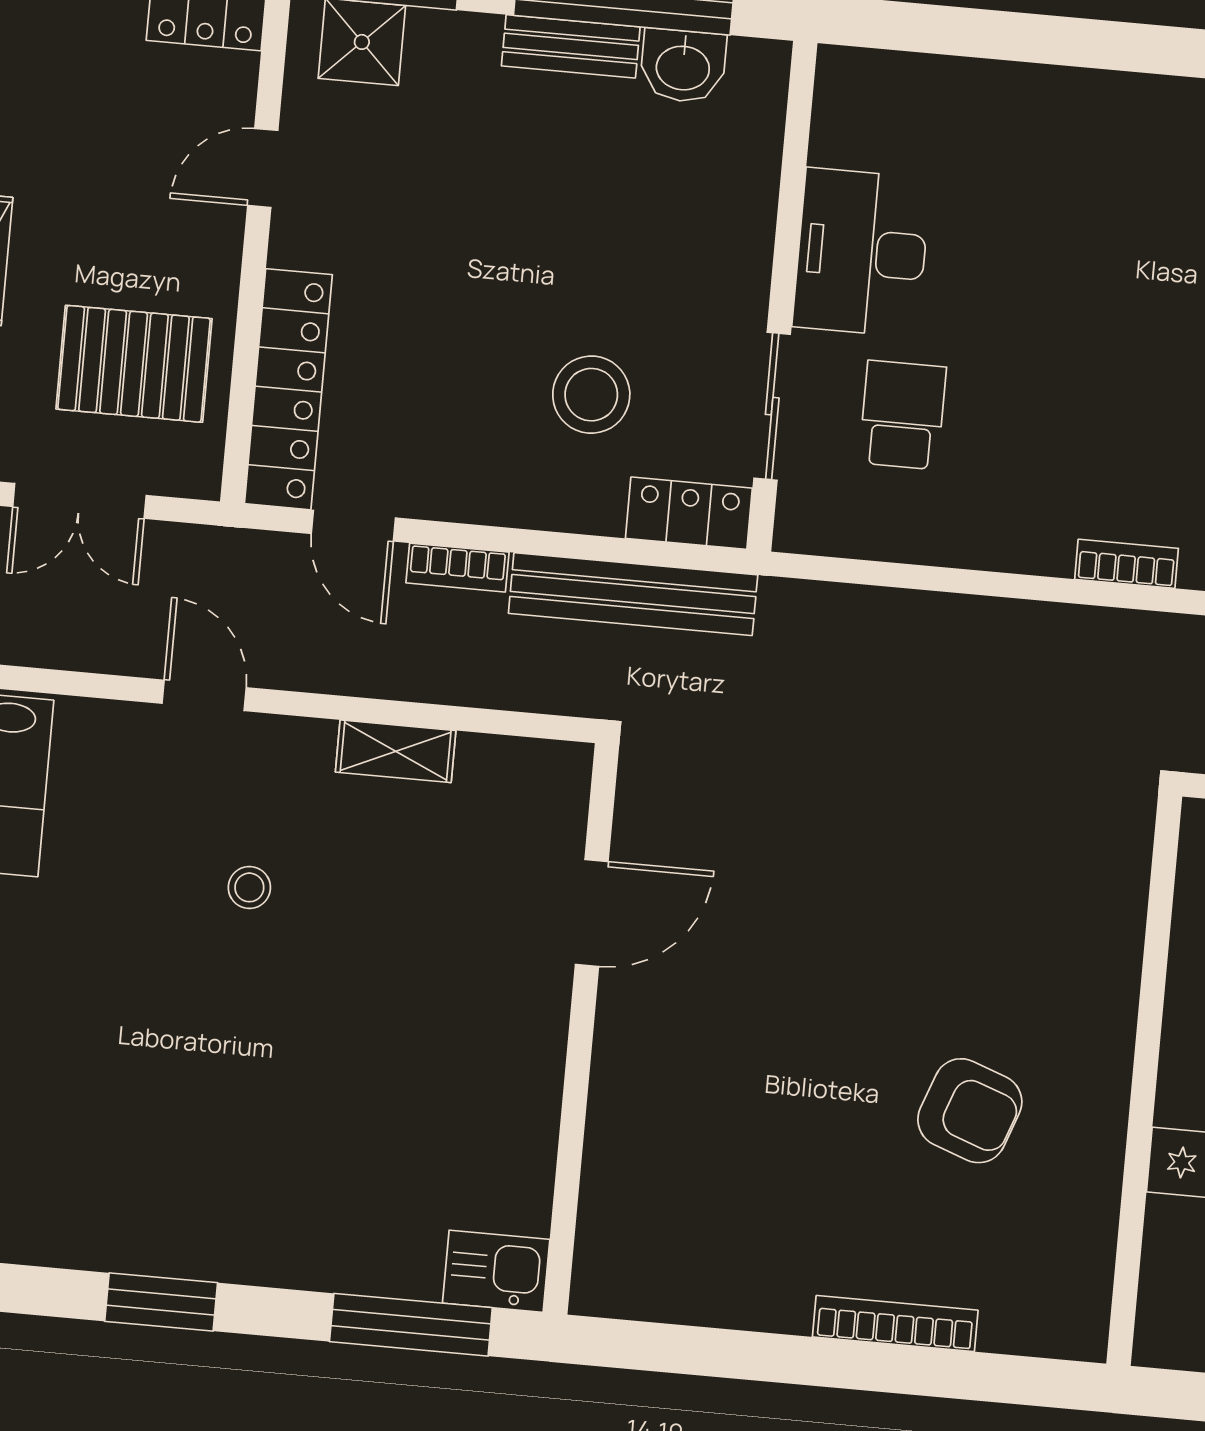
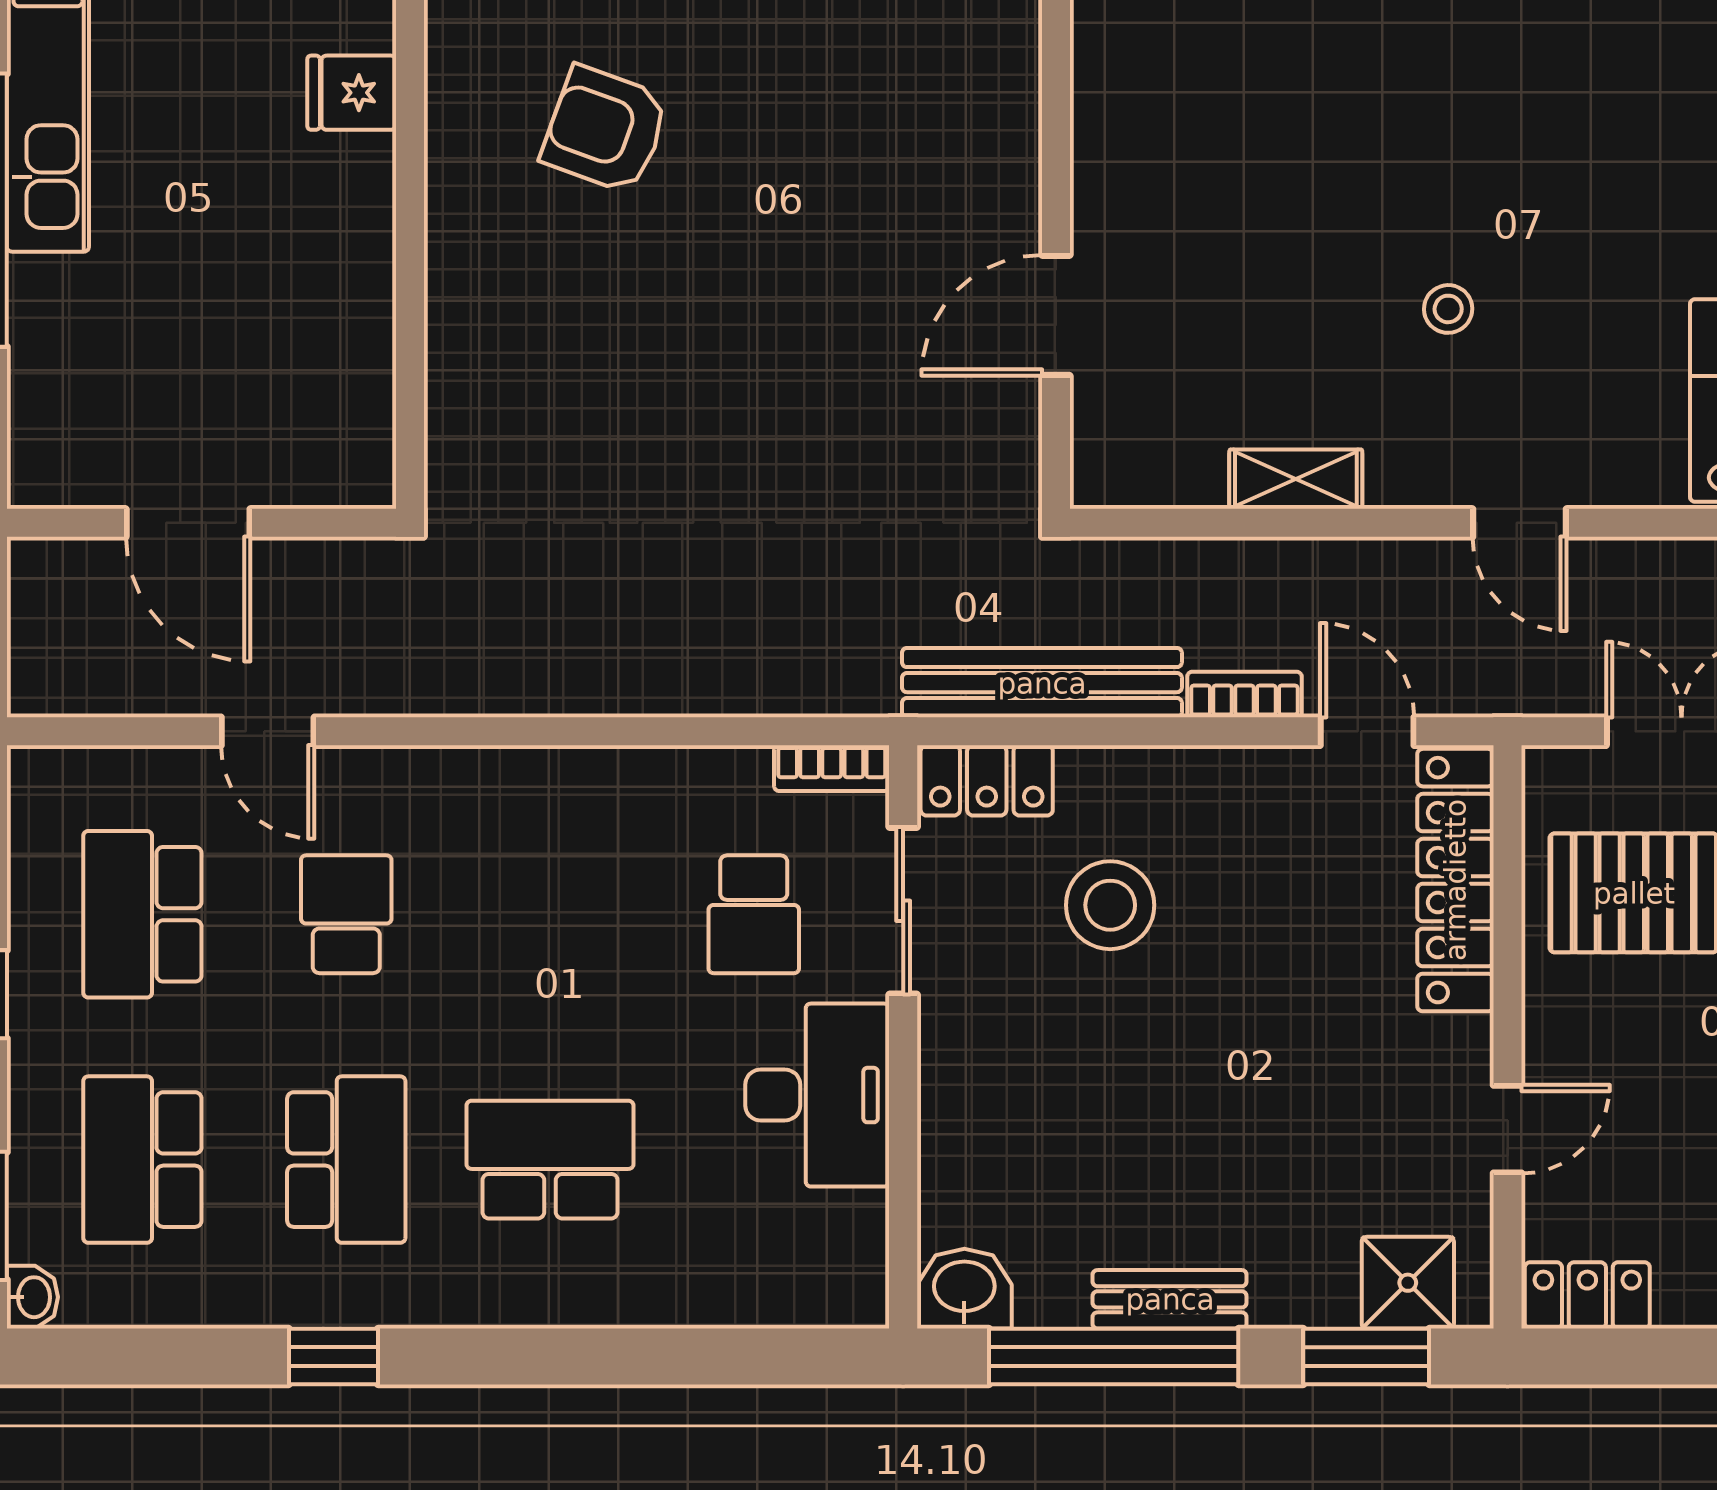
washbasin: (683, 66) -> (964, 1289), moved
school desk: (1100, 217) -> (550, 1160), added
bookcase: (1127, 564) -> (832, 768), moved

